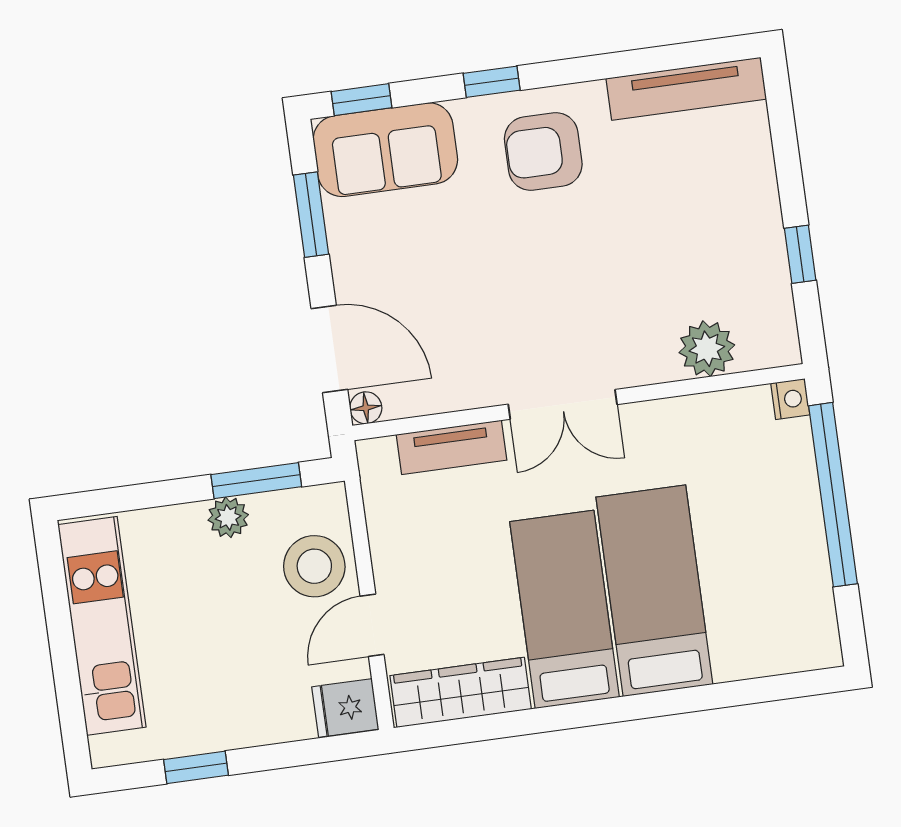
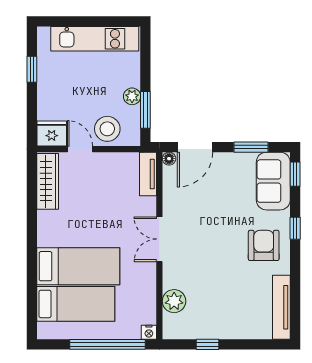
tv unit: (452, 447) -> (148, 174), moved
bed: (564, 609) -> (76, 304), moved
fridge: (345, 708) -> (52, 134), width x1.38

